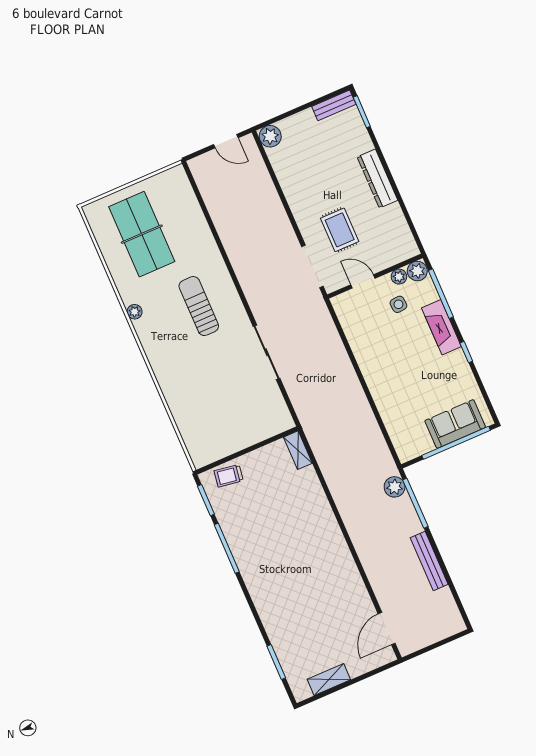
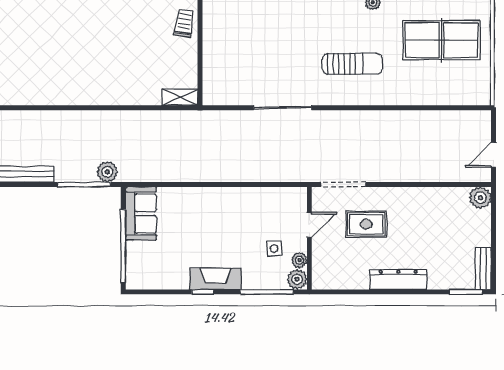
fireplace: (441, 327) -> (216, 279), moved
sofa: (455, 424) -> (141, 214), moved

